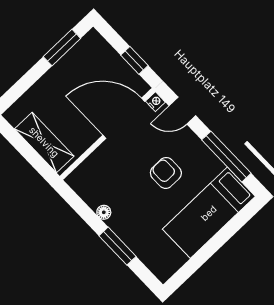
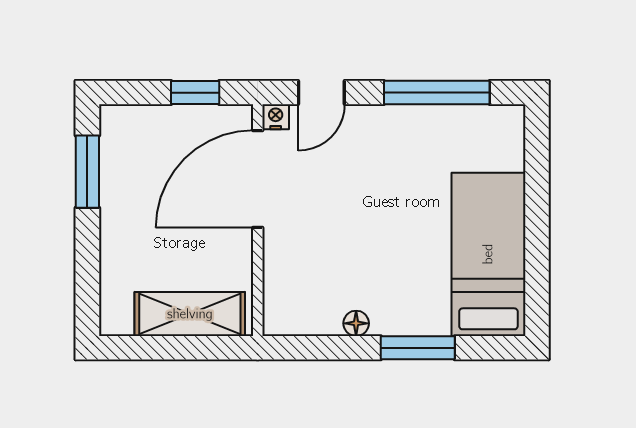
armchair: (166, 173) -> (382, 193), removed
bed: (209, 213) -> (488, 254), moved, turned 180

